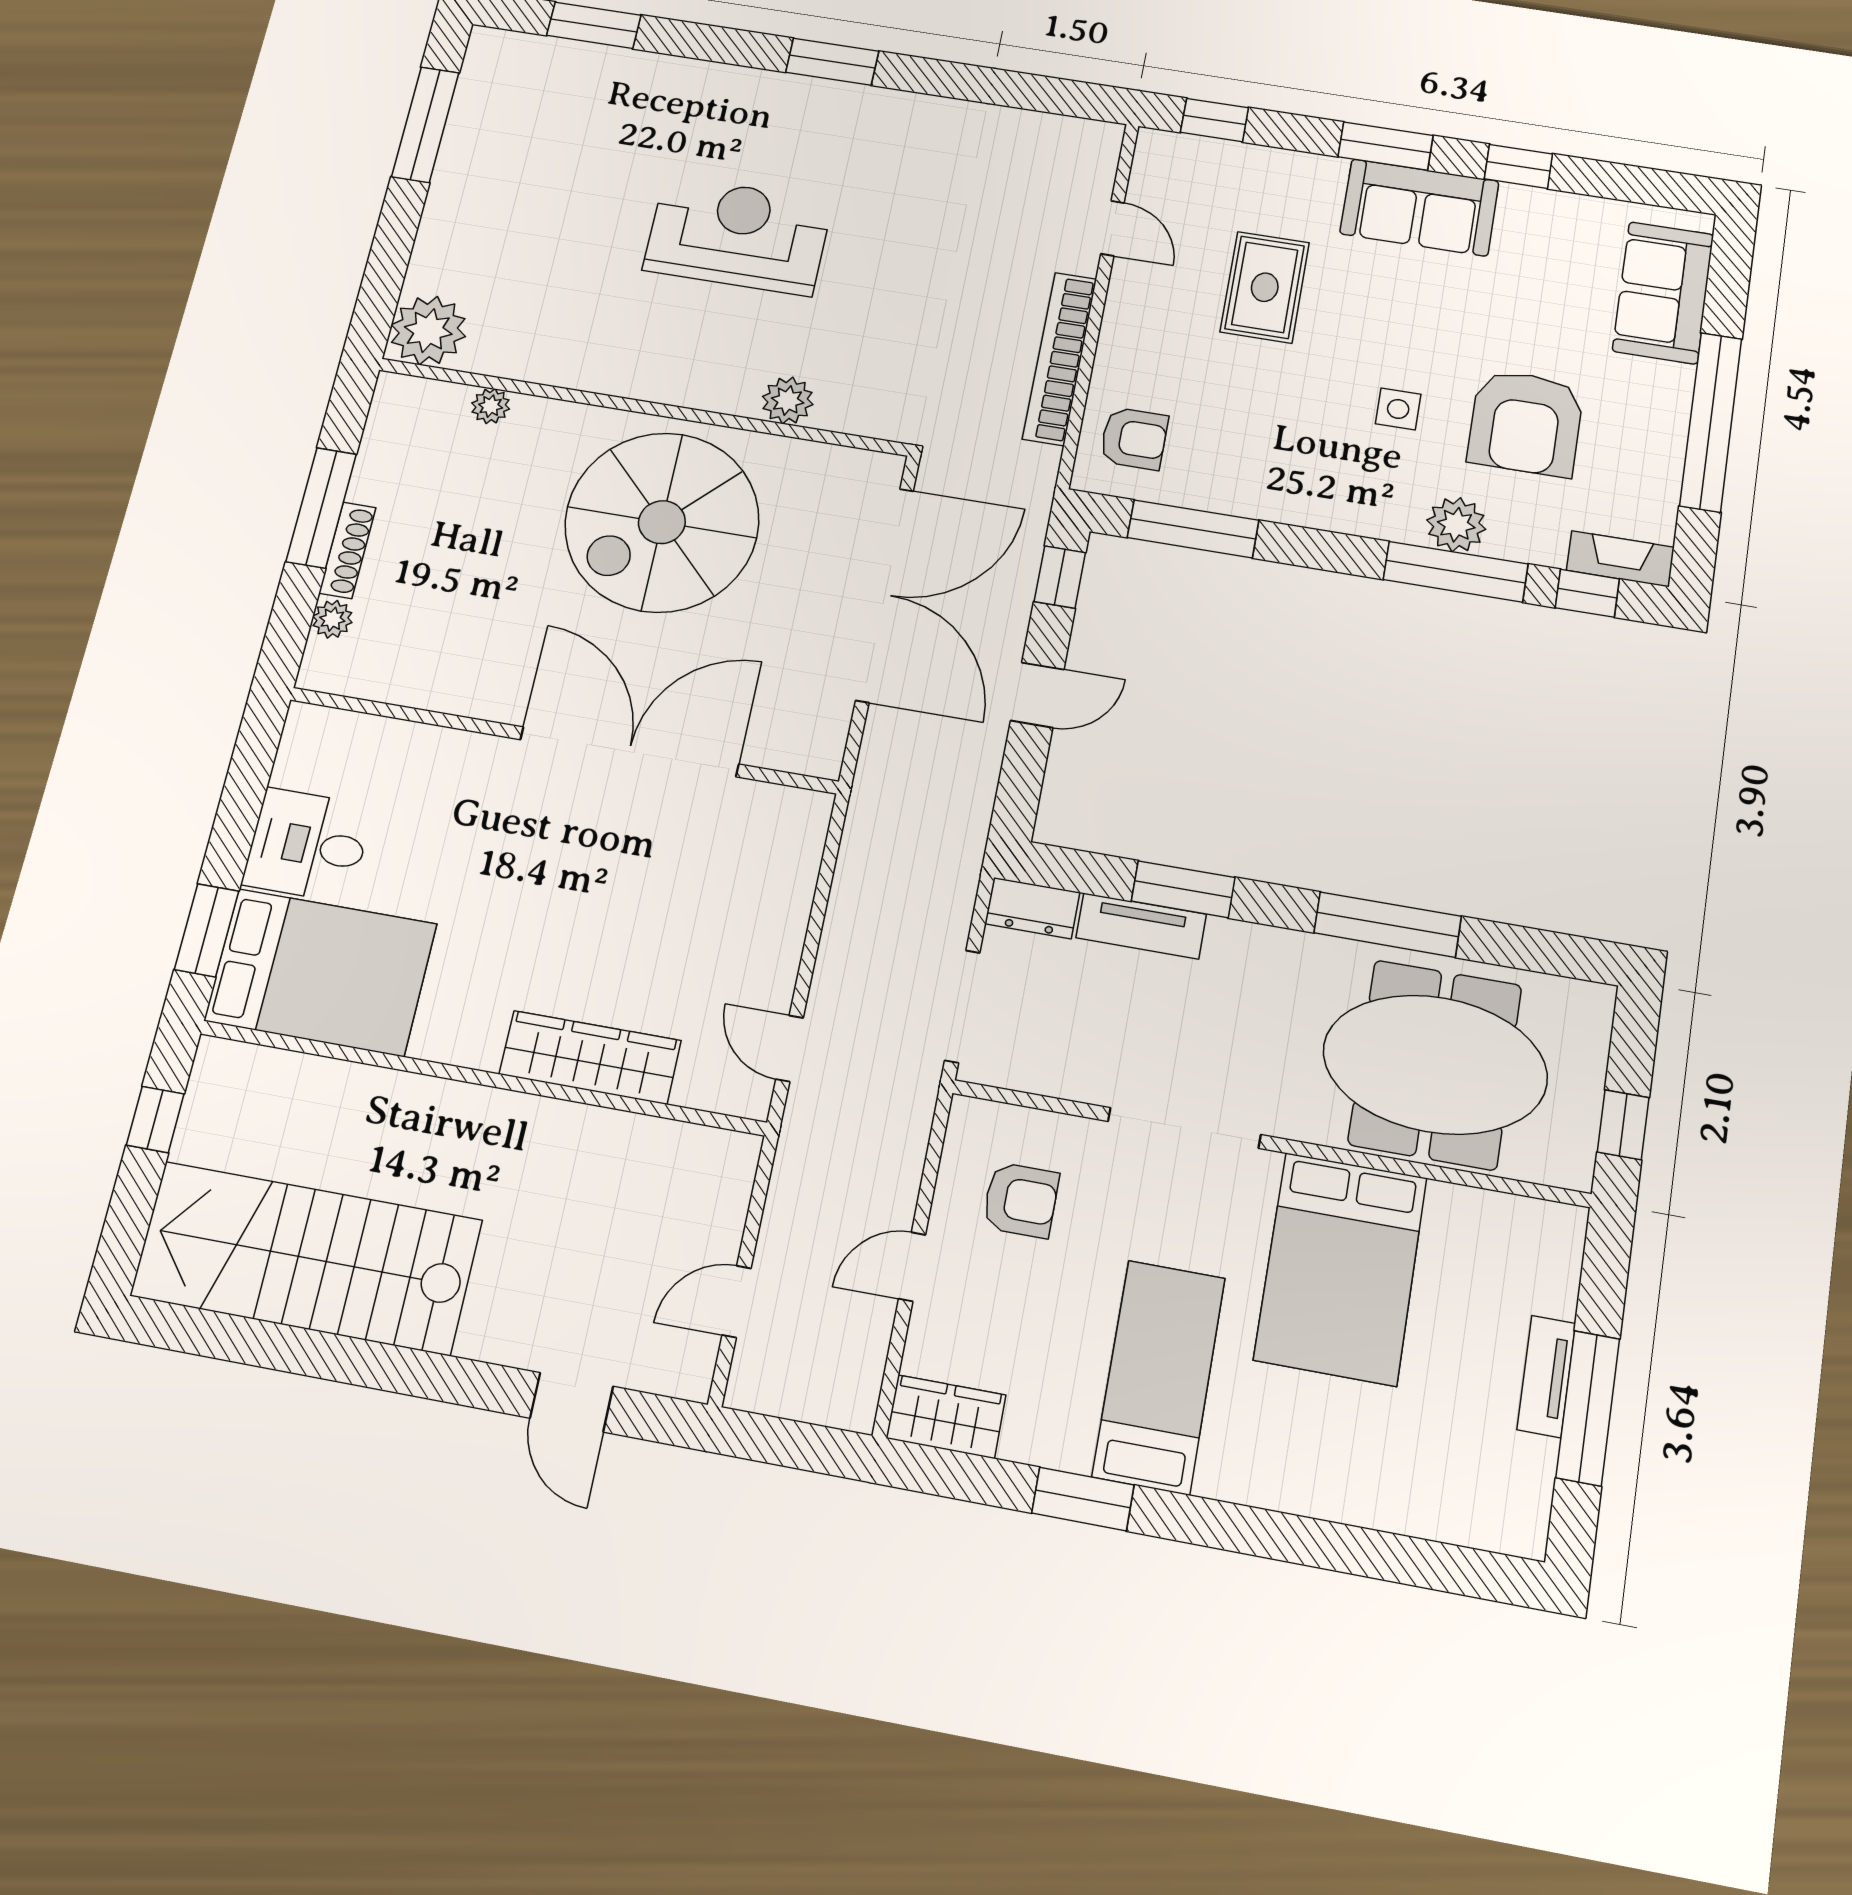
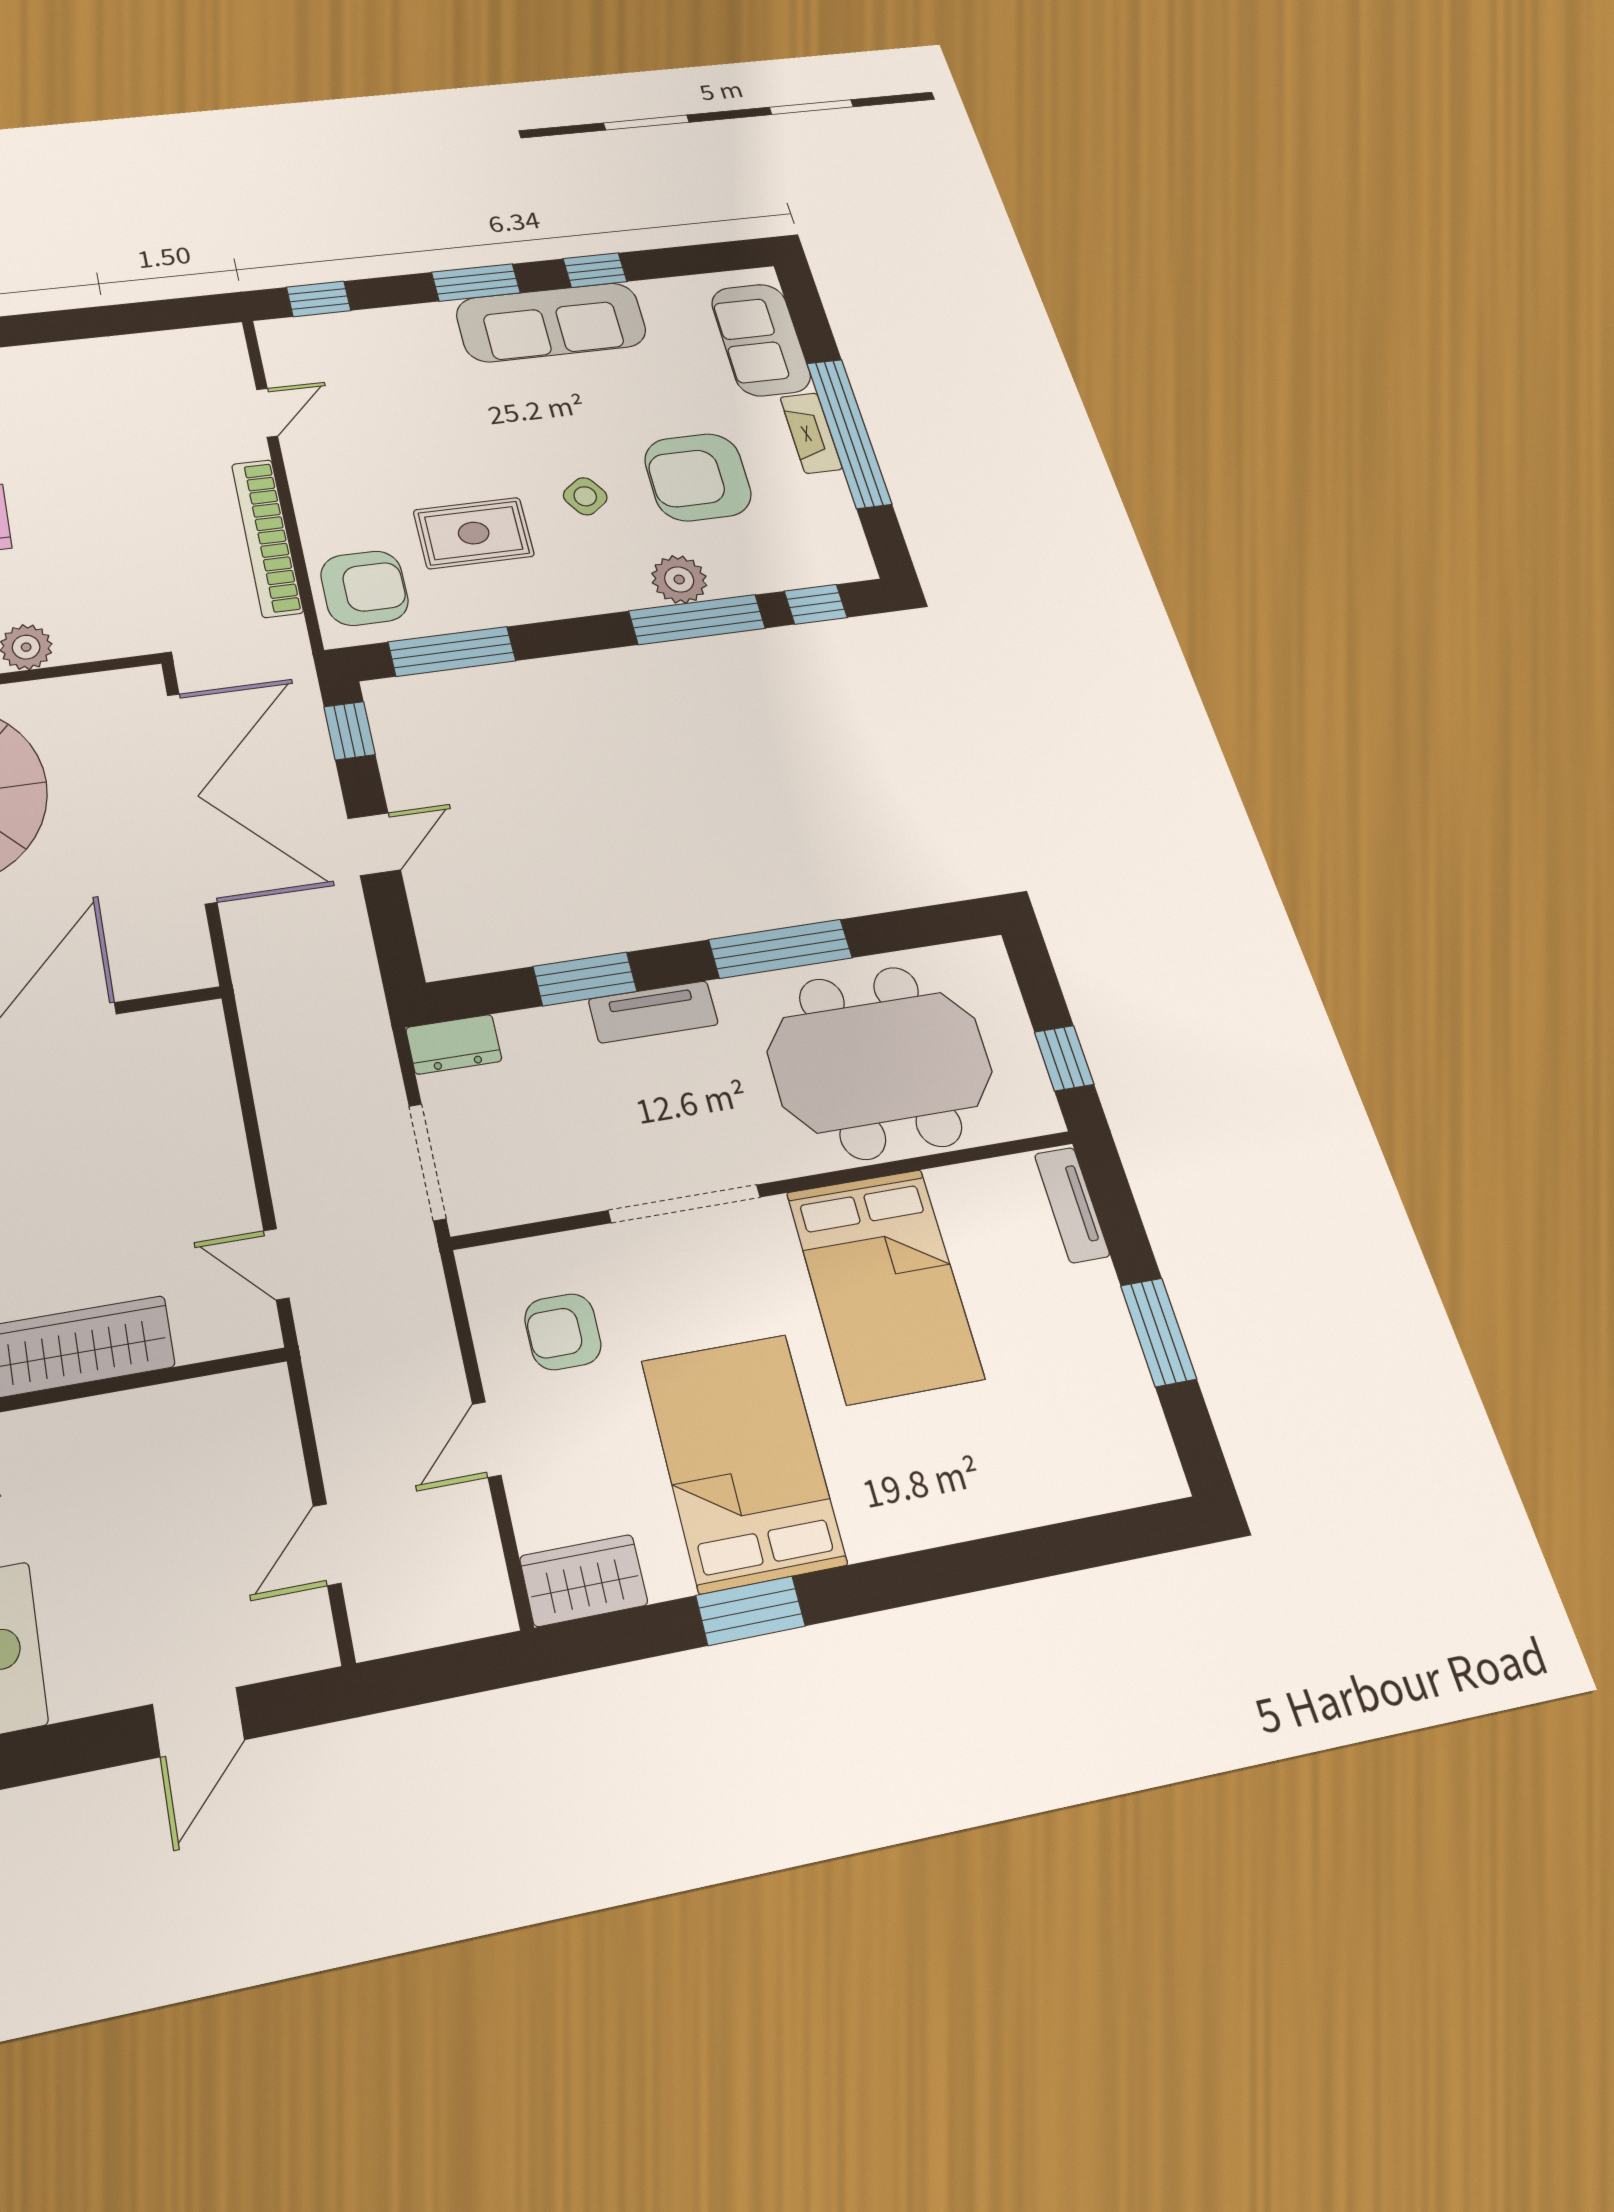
sofa: (1419, 207) -> (551, 322), width x1.36
door: (1112, 228) -> (267, 413), hinge flipped
rug: (1265, 287) -> (474, 533), moved, turned 90
side table: (1398, 409) -> (585, 496), turned -35
armchair: (1526, 423) -> (698, 477), turned 90
armchair: (1134, 439) -> (364, 588), width x1.38, depth x1.38
fireplace: (1620, 559) -> (811, 433), moved, turned -90
tv unit: (1141, 926) -> (653, 1012), moved
armchair: (1021, 1200) -> (563, 1332), turned 180
tv unit: (1546, 1376) -> (1072, 1205), moved
bed: (1159, 1377) -> (743, 1462), width x1.50
door: (572, 1402) -> (198, 1722), hinge flipped
window: (1588, 1408) -> (1159, 1332), width x0.69

